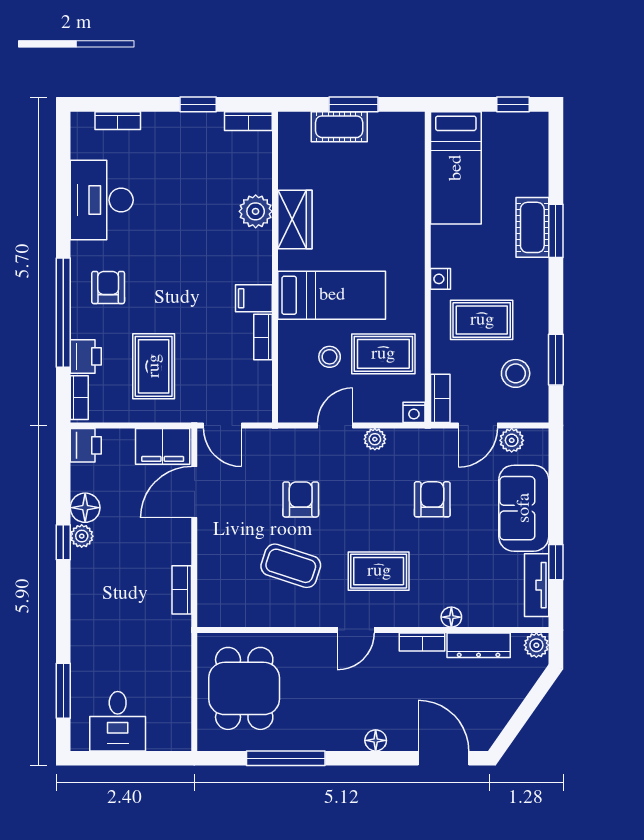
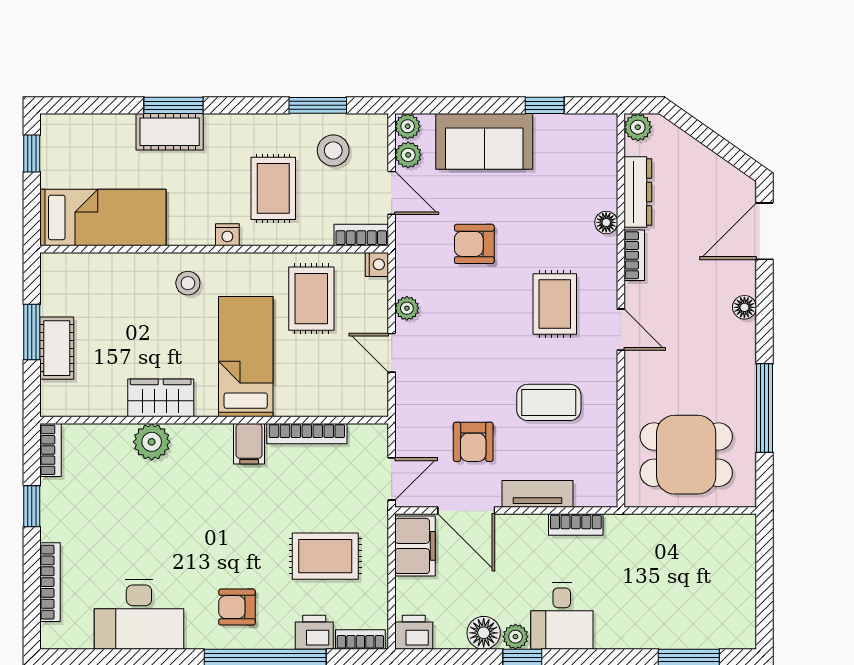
bookcase: (118, 121) -> (50, 582), width x1.56
bookcase: (263, 337) -> (307, 434), width x1.56
stool: (330, 357) -> (188, 283), moved
plant: (537, 440) -> (408, 126), added
armchair: (301, 499) -> (473, 442), moved, turned -90
coffee table: (291, 566) -> (549, 402), turned 72
tv unit: (537, 585) -> (537, 494), moved, turned 180
desk: (118, 721) -> (562, 616), moved, turned 90

